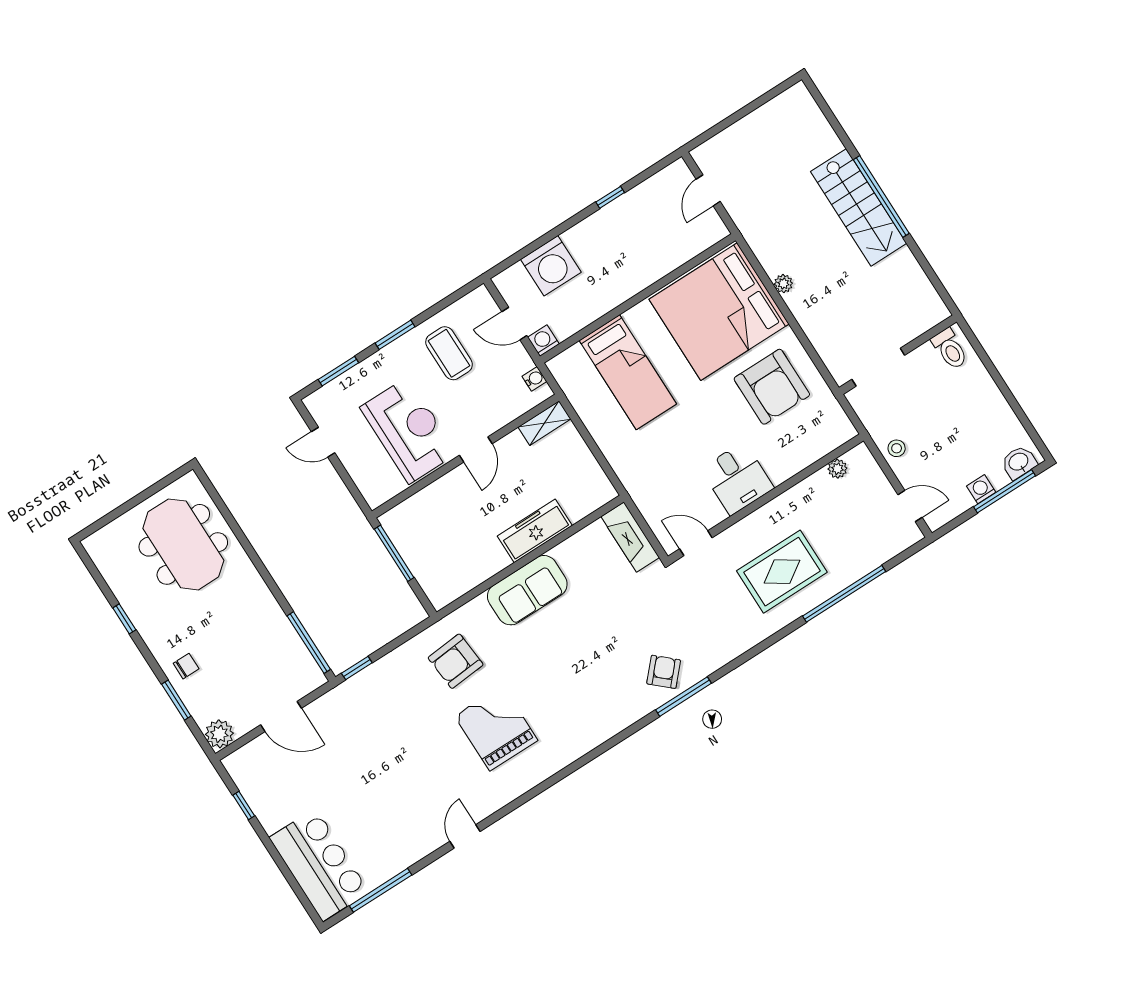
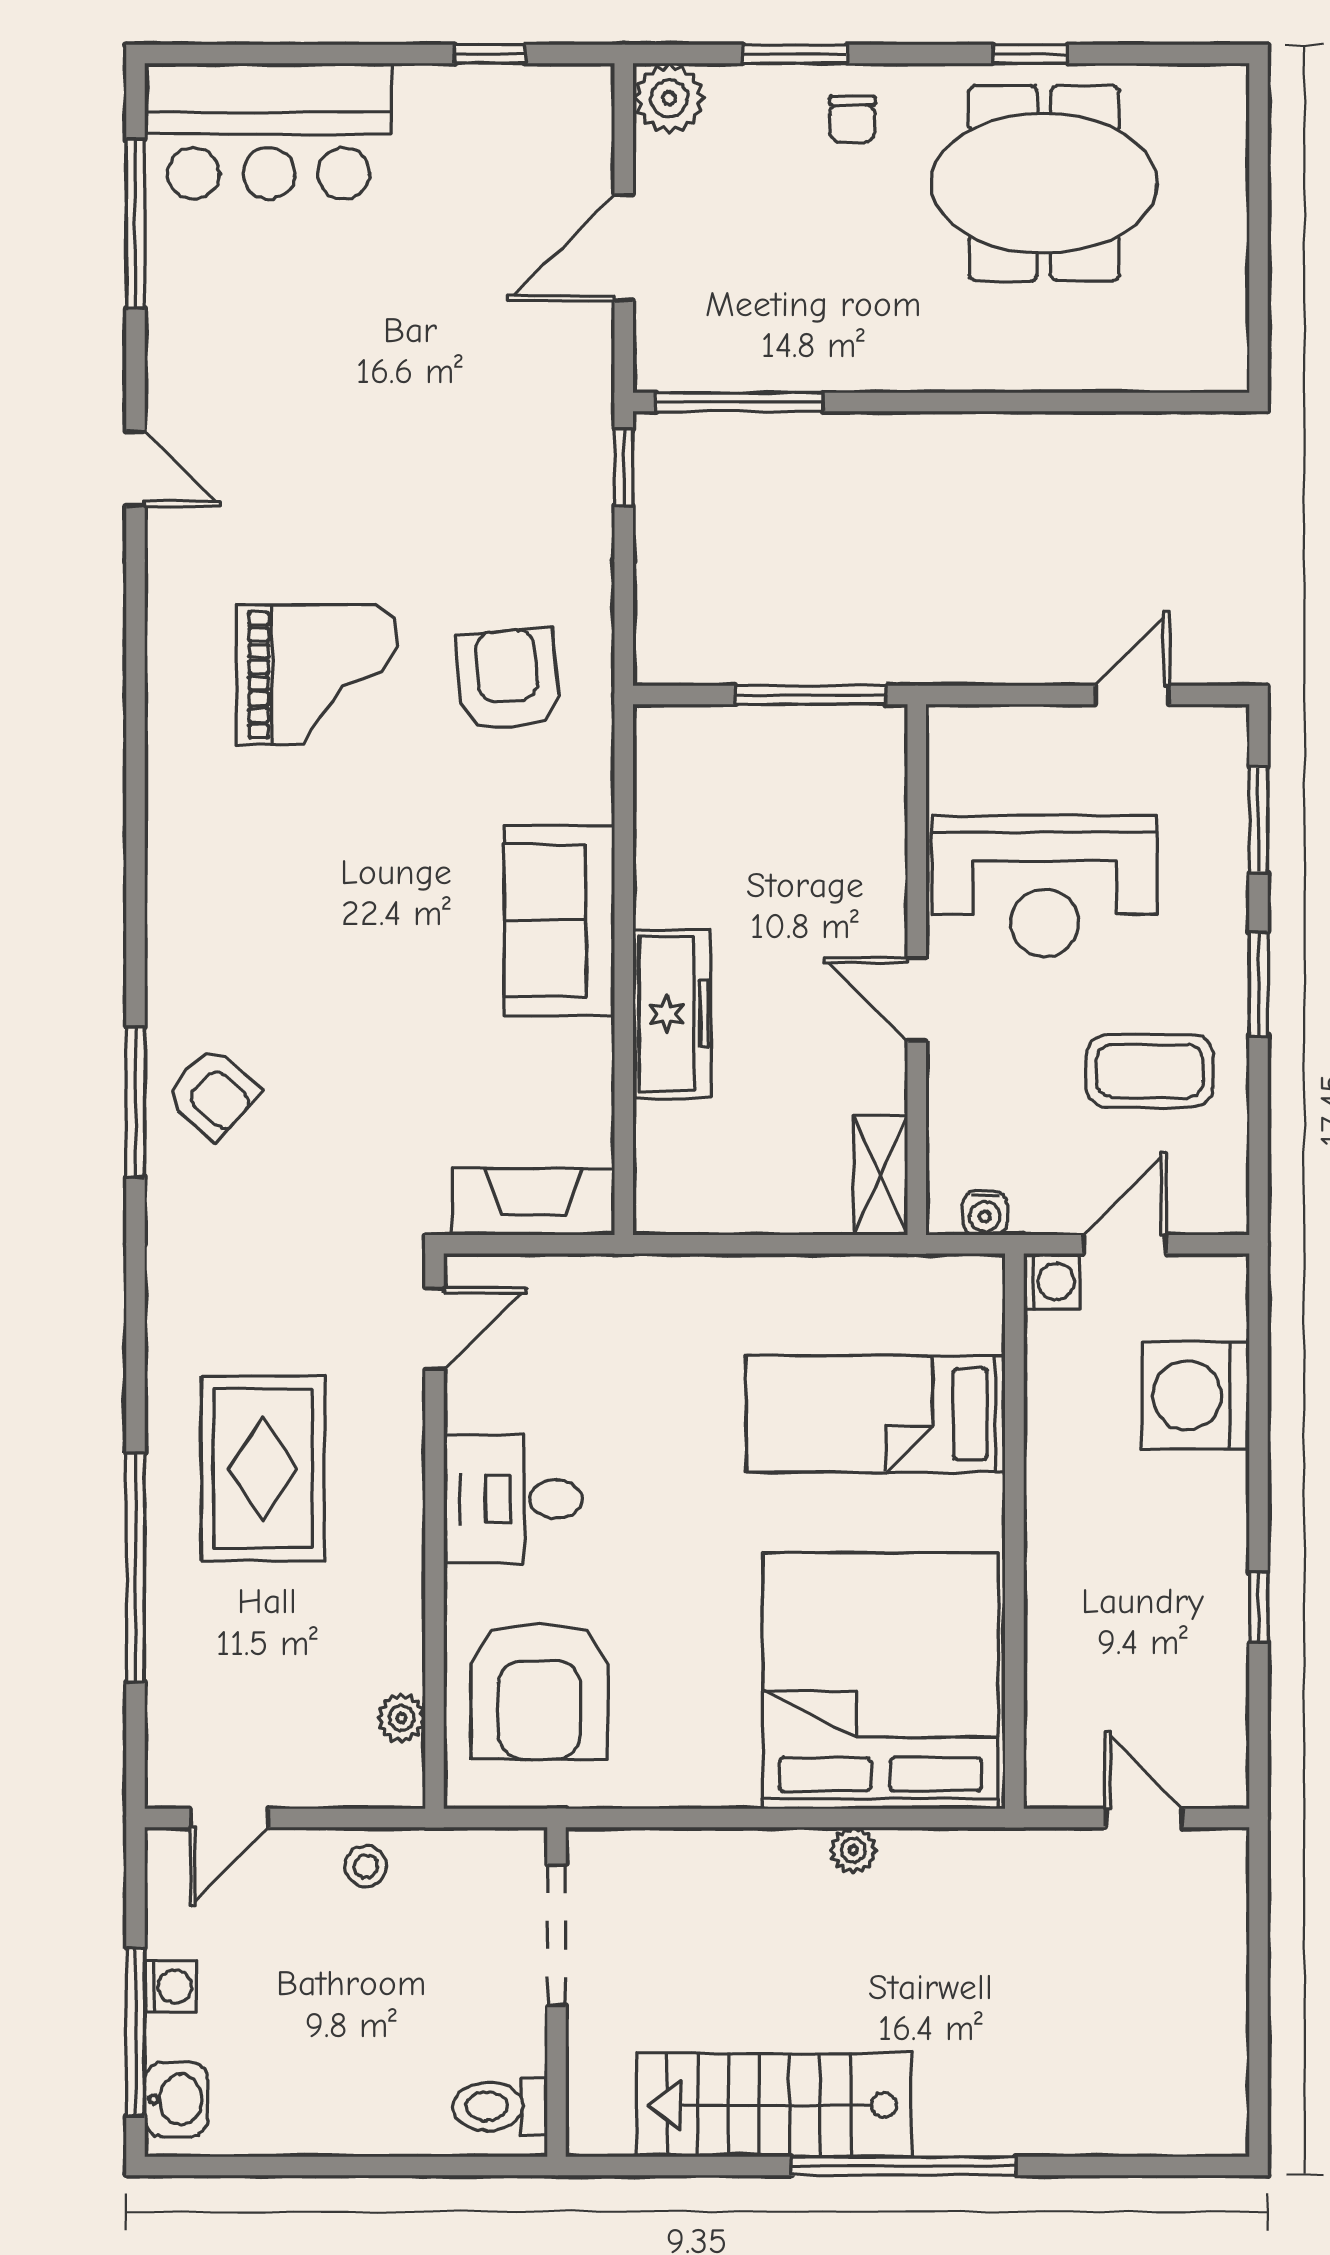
stairs: (859, 207) -> (774, 2105), moved
armchair: (772, 387) -> (539, 1691), moved, turned -90
meeting table: (183, 544) -> (1044, 183), moved

